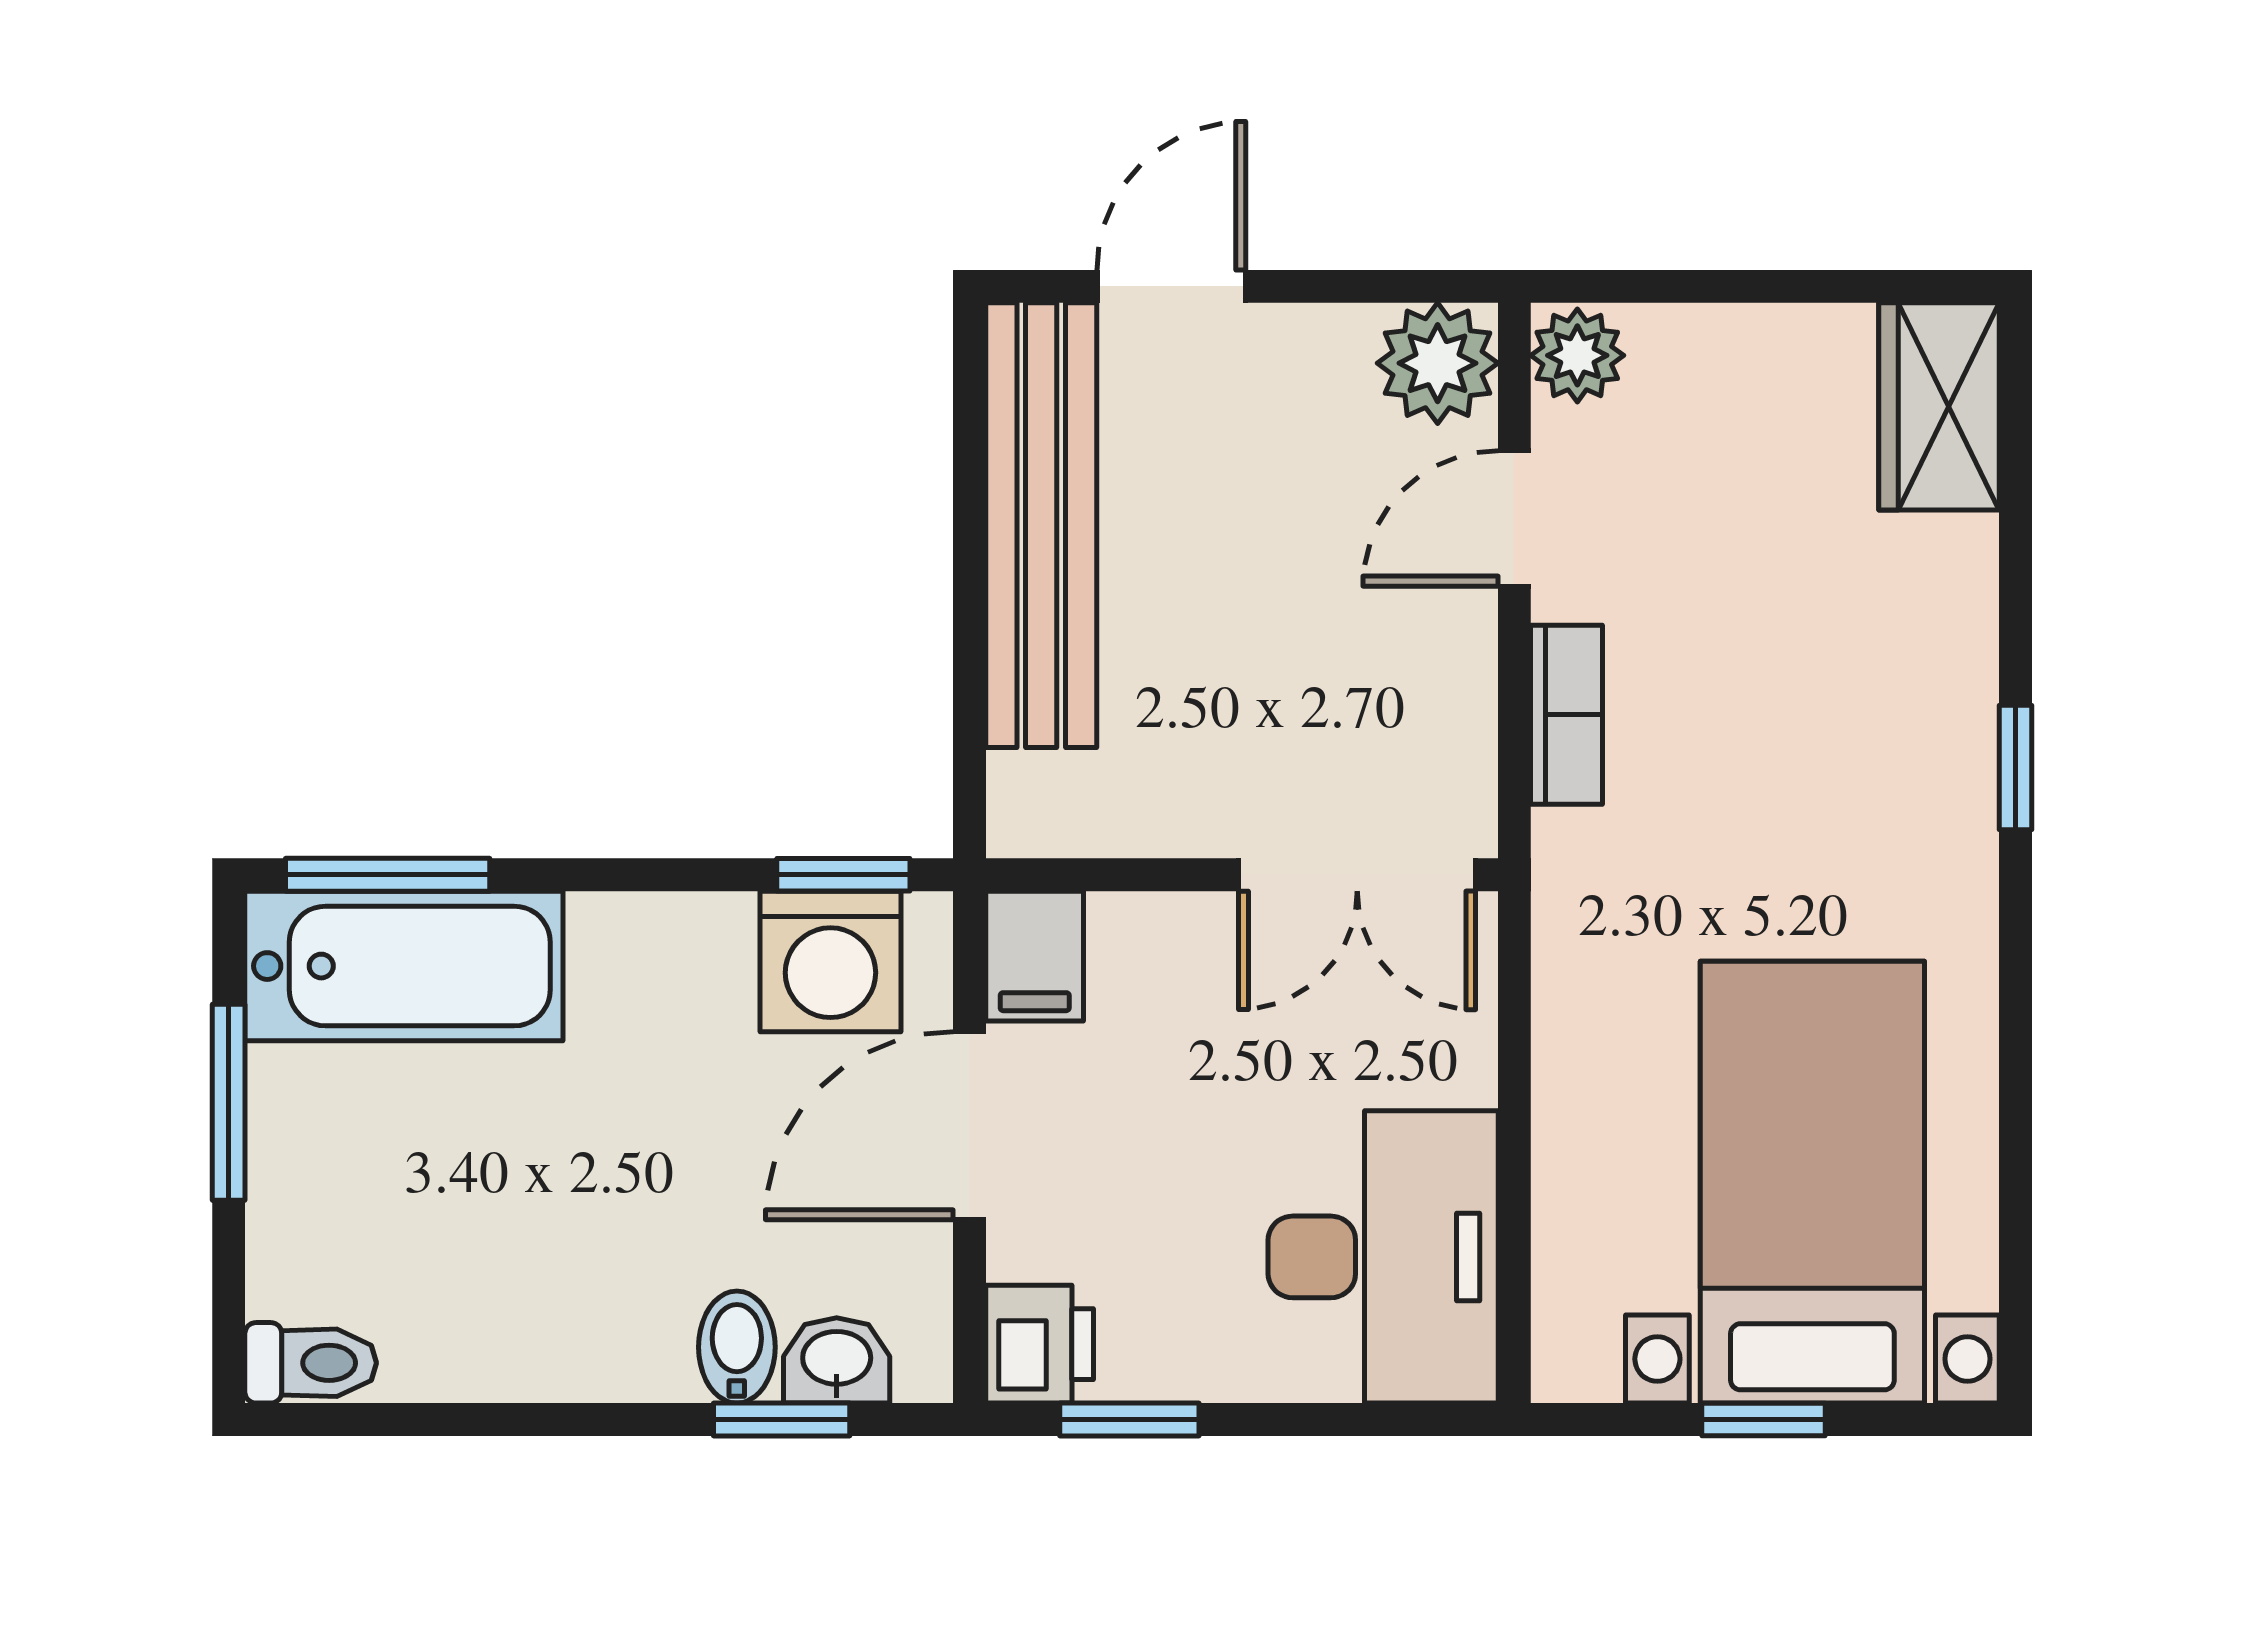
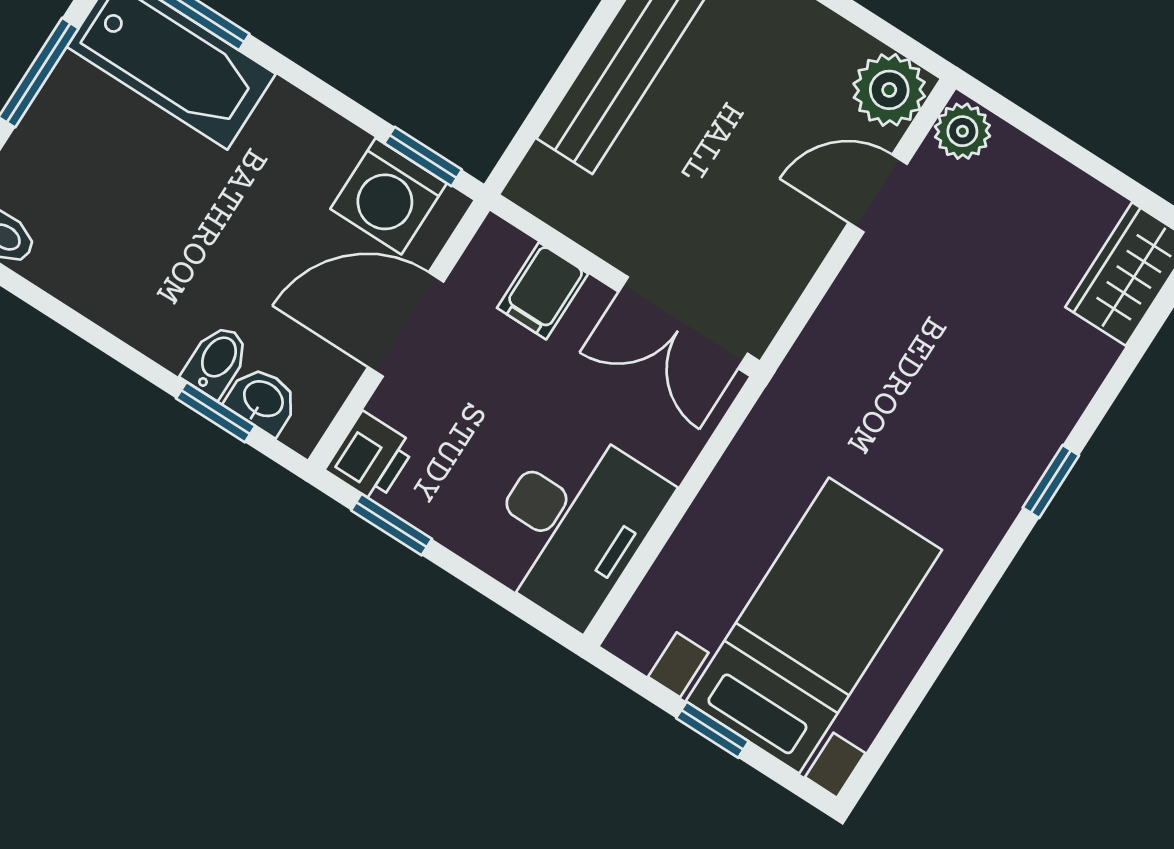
bookcase: (1567, 715) -> (841, 310), removed
filing cabinet: (1035, 956) -> (543, 291), moved

